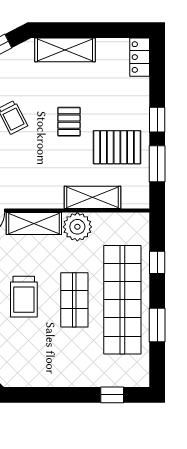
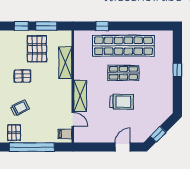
plant: (77, 227) -> (82, 71), removed
window: (157, 325) -> (138, 26), removed
window: (112, 395) -> (177, 70), moved

